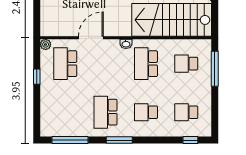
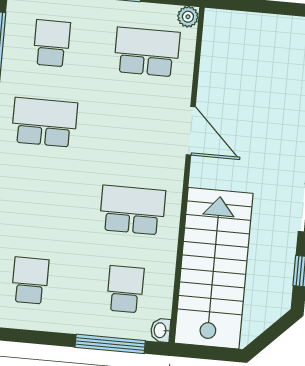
door: (91, 38) -> (191, 131), moved
washbasin: (126, 44) -> (161, 330), moved
school desk: (146, 112) -> (52, 43), moved

